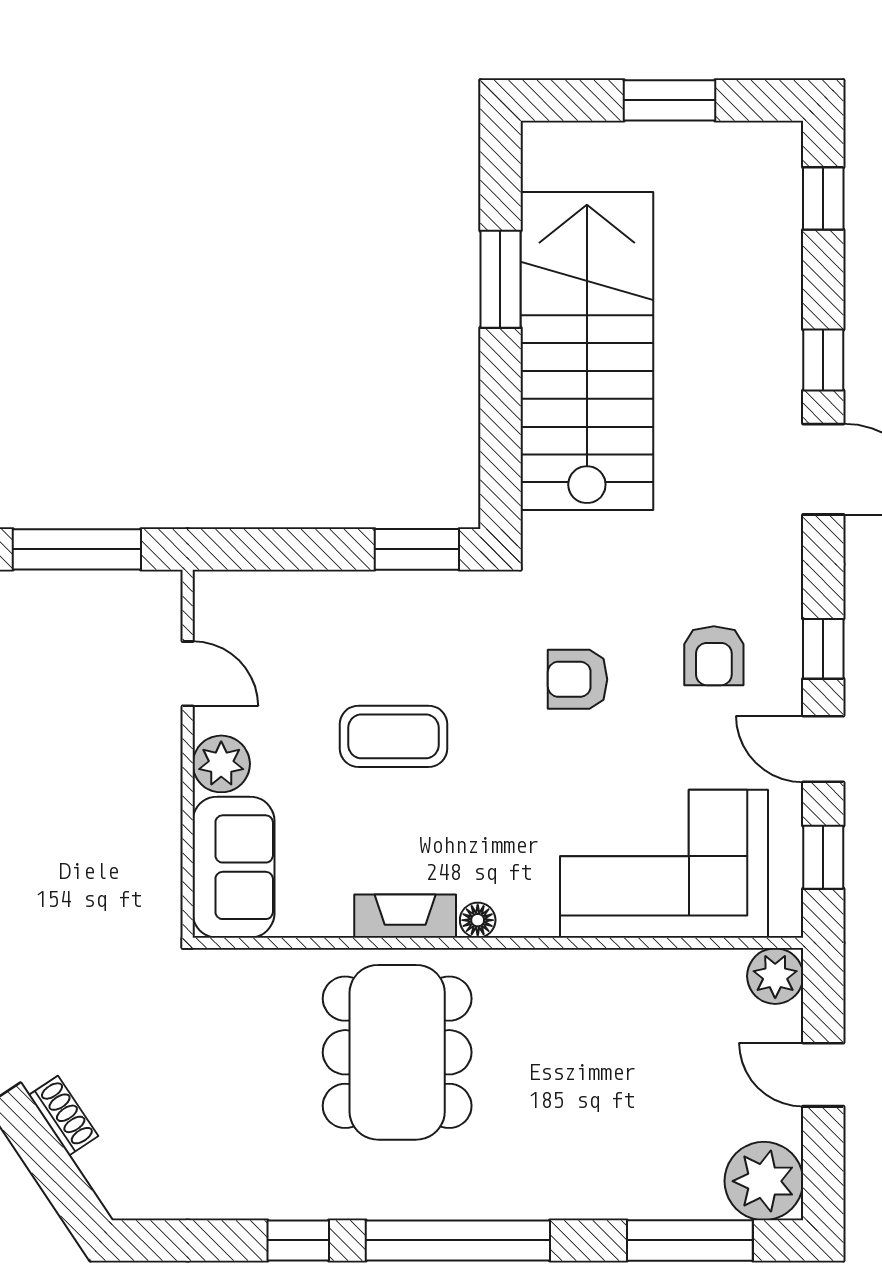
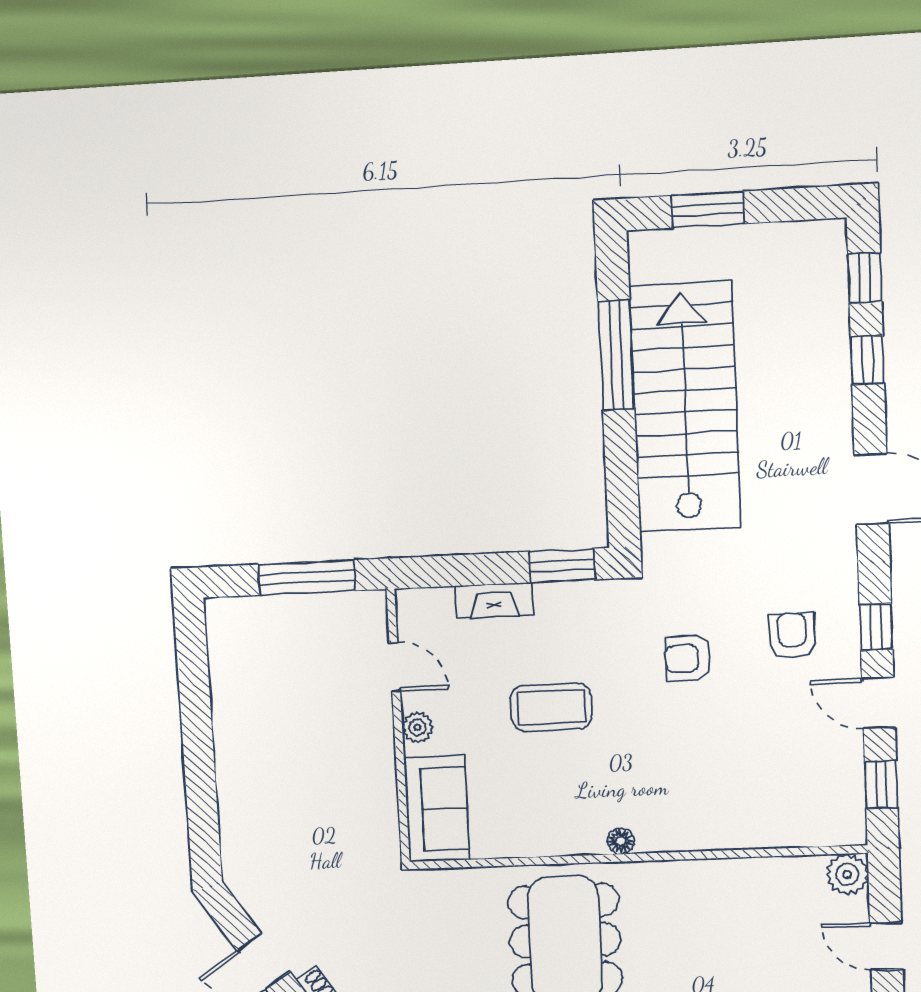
window: (670, 100) -> (708, 210), moved
window: (500, 279) -> (616, 355), width x1.44
window: (823, 360) -> (867, 360), moved
armchair: (714, 656) -> (792, 636), turned 180
plant: (221, 764) -> (417, 727), width x0.73, depth x0.73
corner sofa: (664, 864) -> (760, 794), removed
fireplace: (405, 916) -> (494, 600), moved, turned 180

